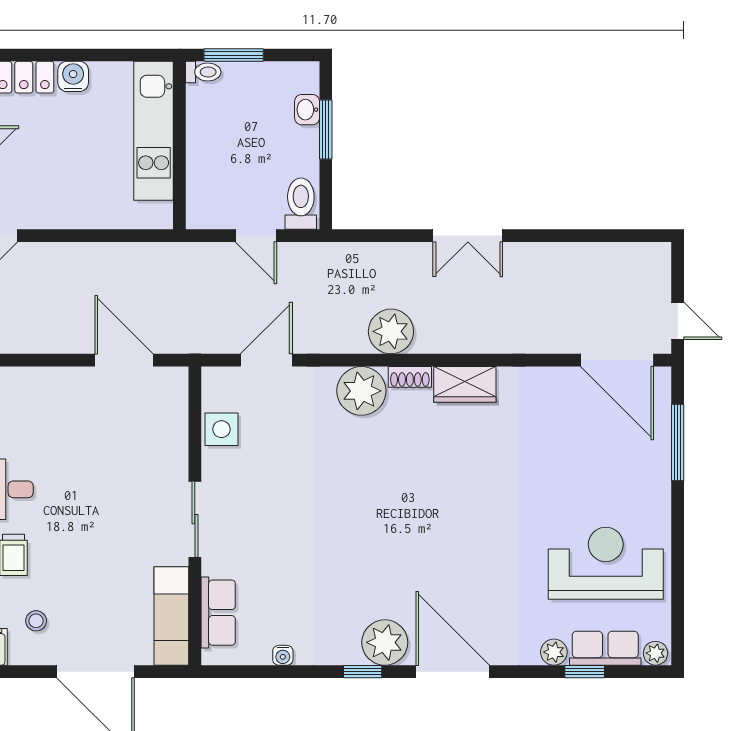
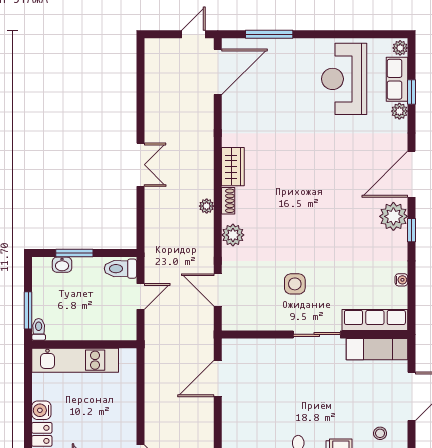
plant: (391, 331) -> (207, 206), width x0.53, depth x0.53
plant: (361, 391) -> (233, 235), width x0.73, depth x0.73
side table: (221, 429) -> (295, 284), moved
row of seats: (218, 613) -> (375, 320), width x1.48

